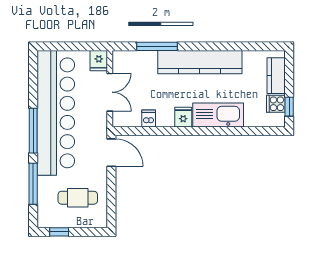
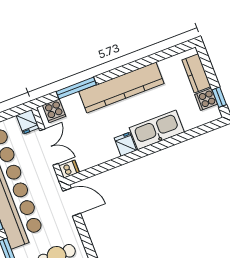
cooker: (128, 60) -> (54, 111), added
dishwasher: (149, 118) -> (69, 169), moved, turned 90

